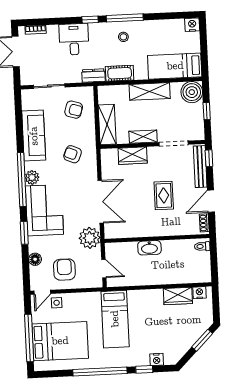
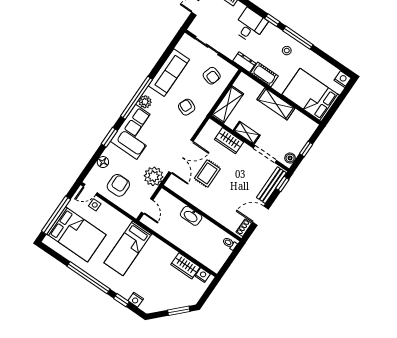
bed: (175, 66) -> (311, 95), width x1.50
boiler: (192, 92) -> (290, 158), moved, width x0.54, depth x0.54
rug: (164, 195) -> (207, 173), moved

